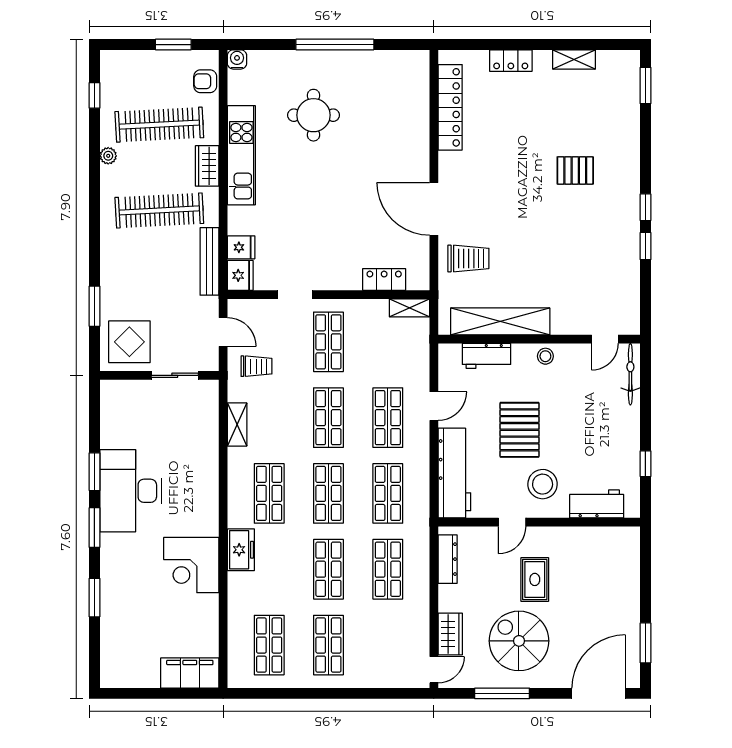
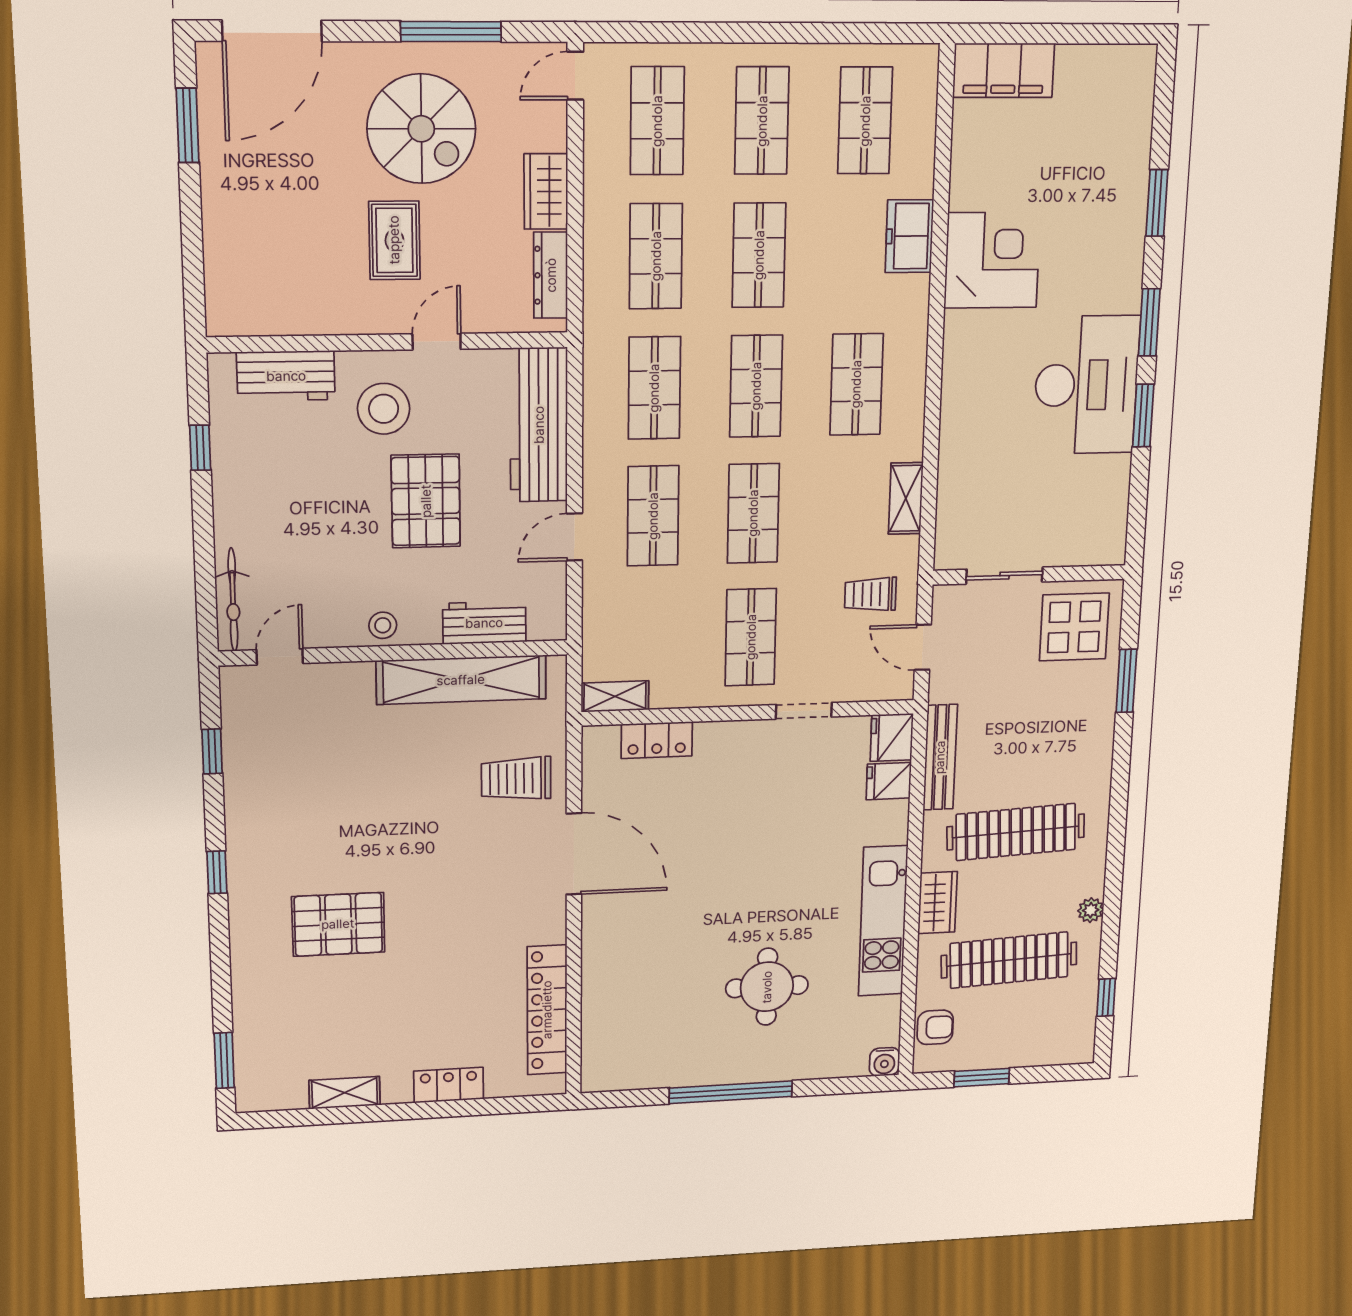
pallet: (575, 170) -> (338, 924), width x1.50, depth x1.42
window: (645, 246) -> (212, 751), moved
freezer: (241, 550) -> (909, 236), moved
wardrobe: (450, 634) -> (546, 191), moved
shop shelf: (388, 645) -> (657, 121), added

